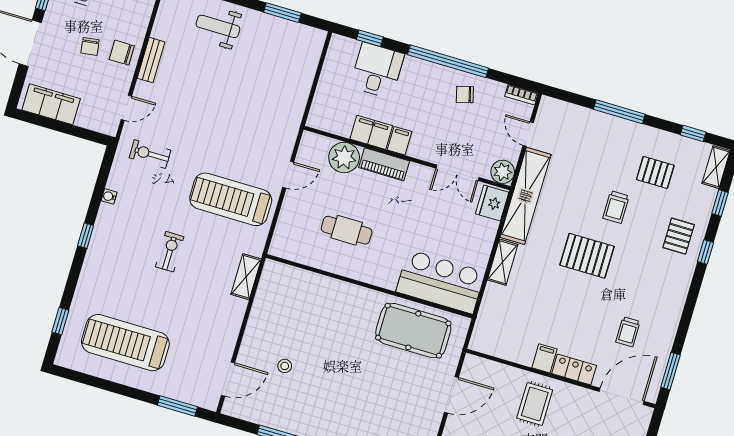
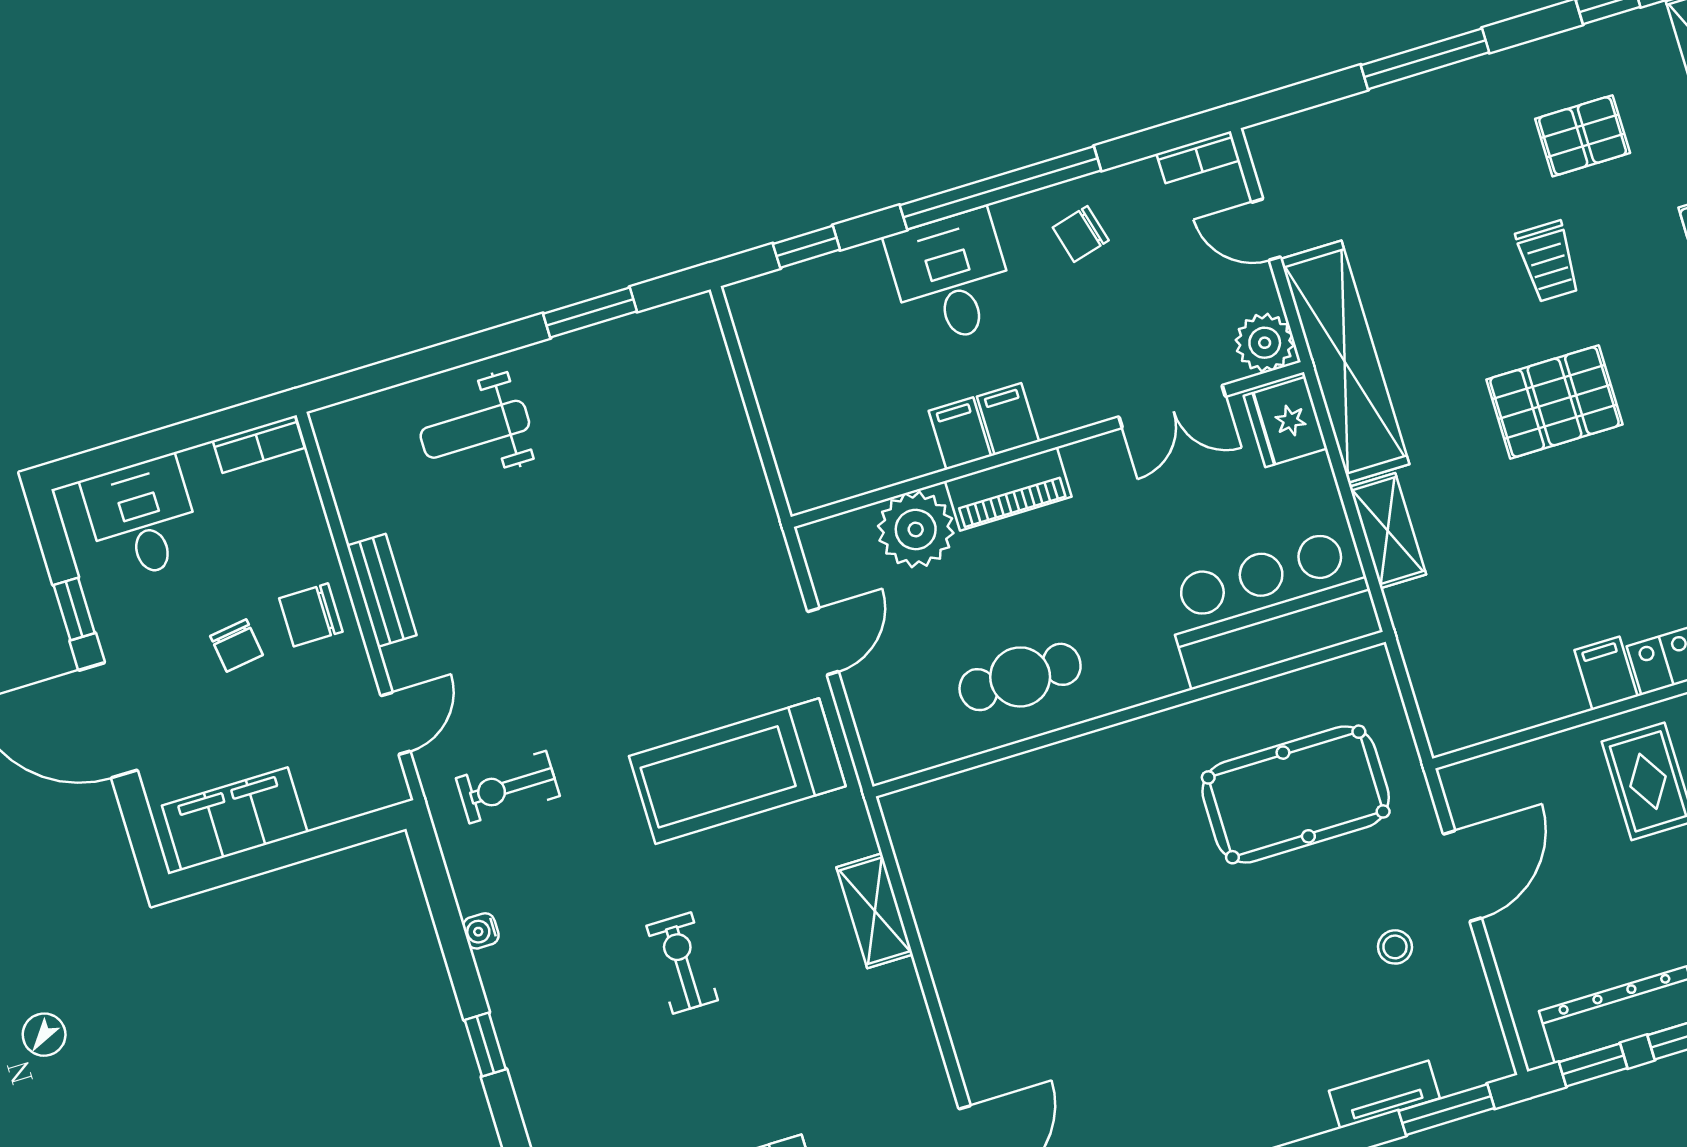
desk: (377, 70) -> (951, 278), moved
filing cabinet: (371, 132) -> (960, 434), width x0.50
bar counter: (441, 282) -> (1271, 608), moved
wall: (369, 286) -> (1129, 714), moved
stool: (285, 366) -> (1395, 947), moved

